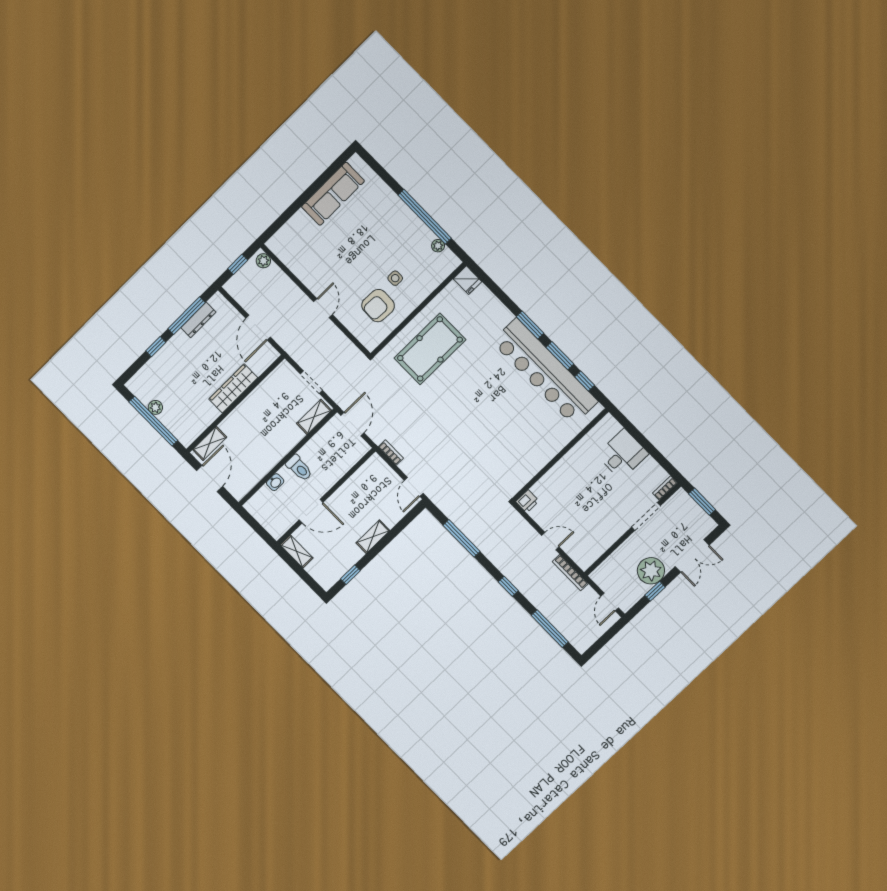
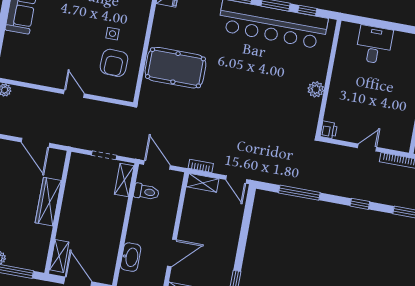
pool table: (430, 349) -> (175, 68), turned 90
plant: (542, 457) -> (316, 89), added
toilet: (299, 468) -> (146, 192), moved
washbasin: (275, 482) -> (131, 257), width x1.91, depth x1.45
shelving: (373, 537) -> (203, 183), moved, turned 90

